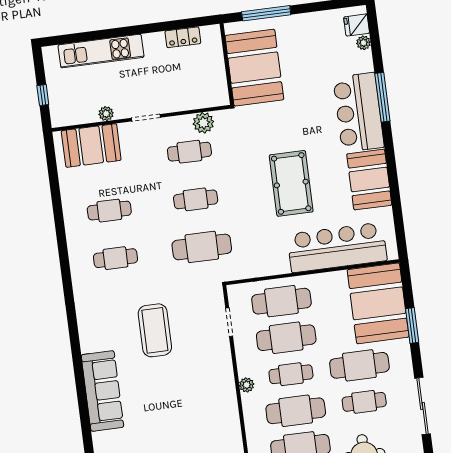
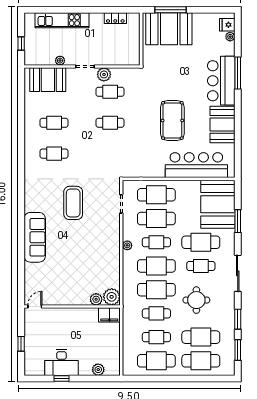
booth: (254, 68) -> (169, 29), moved, turned 90
plant: (203, 123) -> (104, 74), moved
cafe table: (202, 247) -> (110, 154), removed

